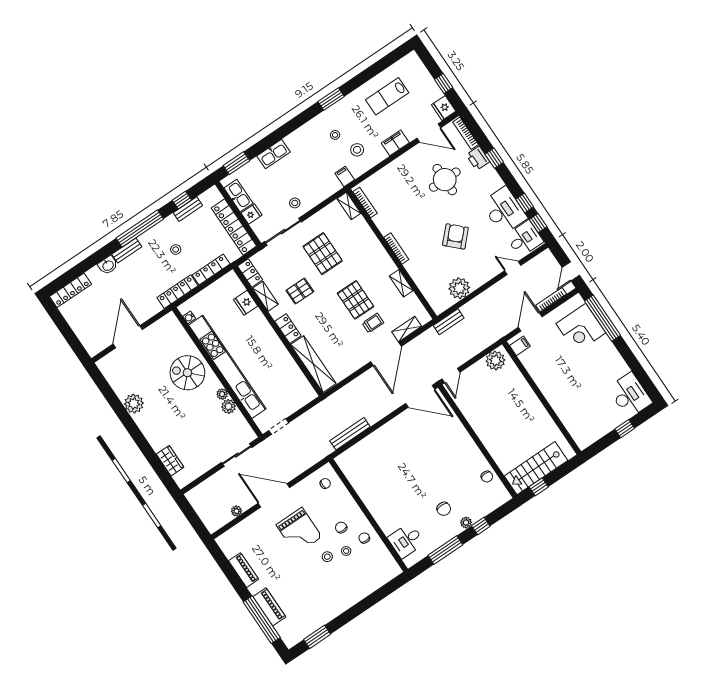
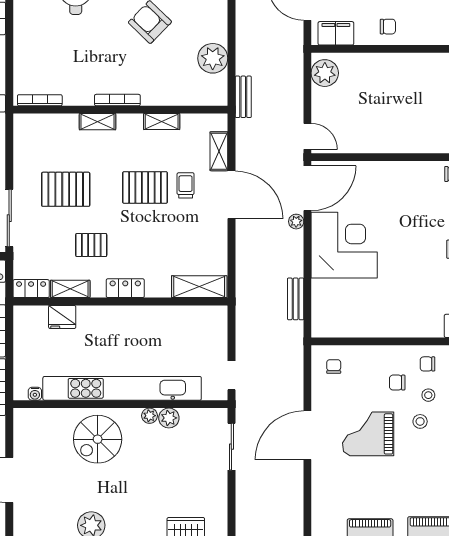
shelving: (349, 206) -> (98, 122), moved
pallet: (300, 291) -> (91, 245), turned 90
filing cabinet: (520, 346) -> (336, 33), width x2.00
shelving: (313, 364) -> (199, 287), width x0.68
chair: (548, 379) -> (388, 27), added
bench: (350, 434) -> (296, 299), width x0.73
corner desk: (401, 441) -> (344, 245), added
plant: (236, 511) -> (296, 222), moved
grand piano: (299, 531) -> (368, 434), turned 180

